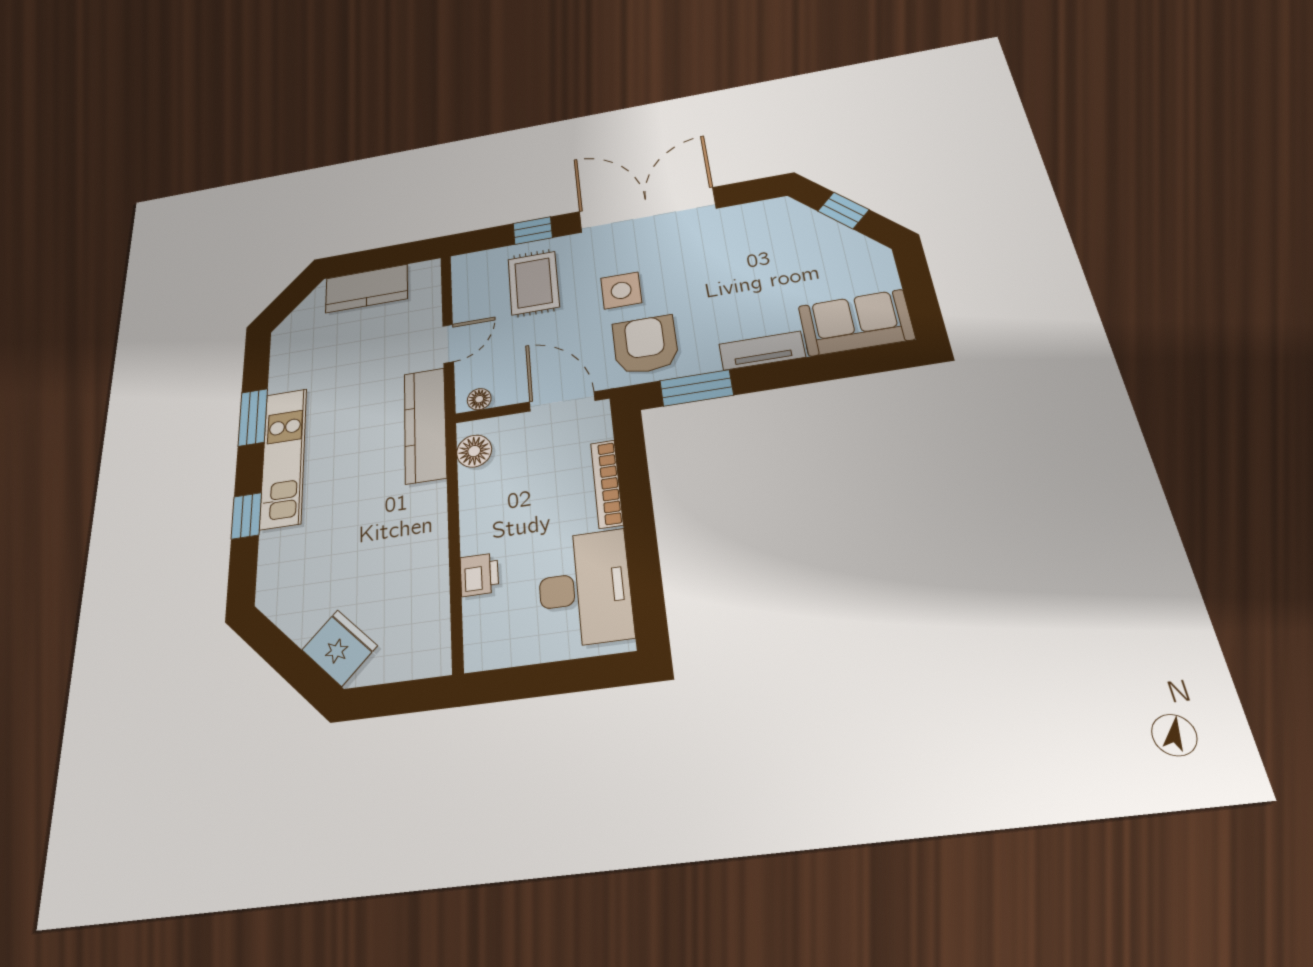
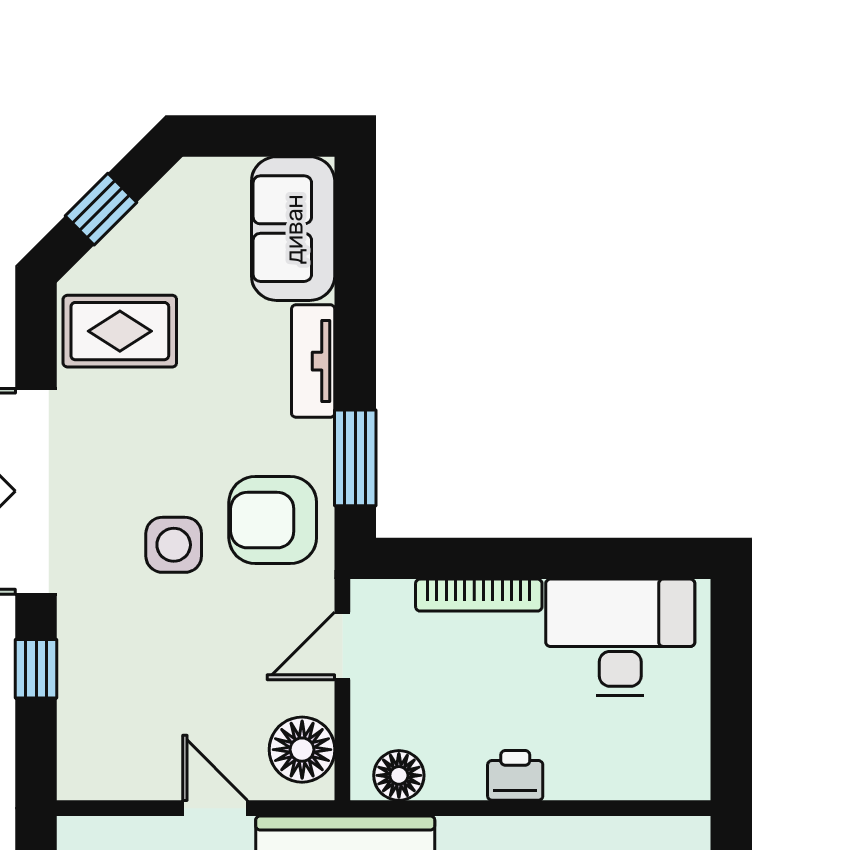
rug: (534, 283) -> (120, 331), moved
floor lamp: (479, 399) -> (302, 750), width x1.89, depth x1.89
door: (562, 401) -> (342, 646), width x0.73
printer: (479, 575) -> (515, 775), moved

